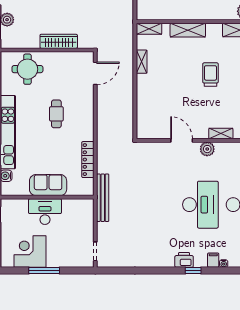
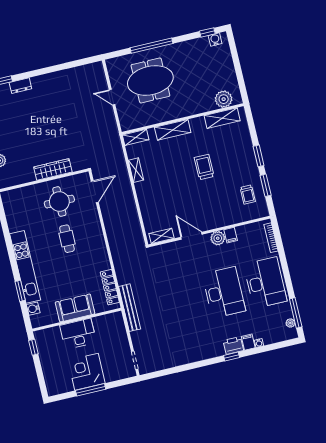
round table: (27, 69) -> (59, 202), moved
shelving: (221, 133) -> (162, 236), moved
filing cabinet: (221, 149) -> (231, 235), added
locker: (88, 160) -> (110, 287), moved
corner desk: (30, 252) -> (86, 372), moved
printer: (184, 260) -> (233, 345), moved

